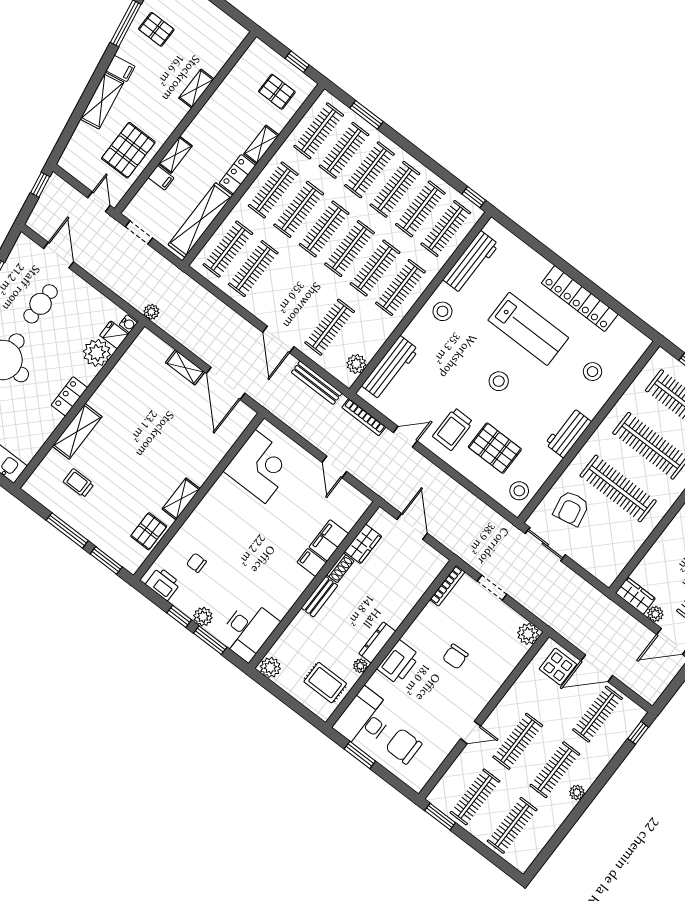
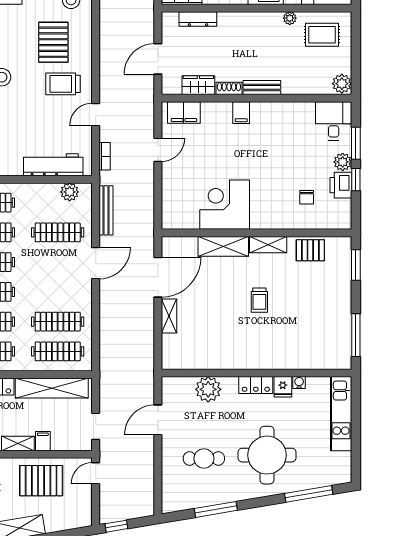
door: (59, 255) -> (158, 420), moved
plant: (151, 312) -> (147, 372), removed
water cooler: (128, 324) -> (299, 383), moved
fridge: (114, 335) -> (283, 387), moved
bookcase: (364, 417) -> (105, 156), width x0.64
trolley: (453, 429) -> (63, 84), turned 180
shelving: (77, 431) -> (223, 246), moved
door: (405, 437) -> (96, 115), hinge flipped
corner desk: (260, 467) -> (225, 205), moved
trolley: (79, 483) -> (259, 300), moved
window: (67, 530) -> (356, 335), moved
filing cabinet: (329, 540) -> (184, 112), moved
printer: (163, 584) -> (341, 185), moved
desk: (248, 630) -> (334, 121), width x0.73
dresser: (377, 642) -> (198, 19), moved
rug: (325, 683) -> (322, 35), turned 90

